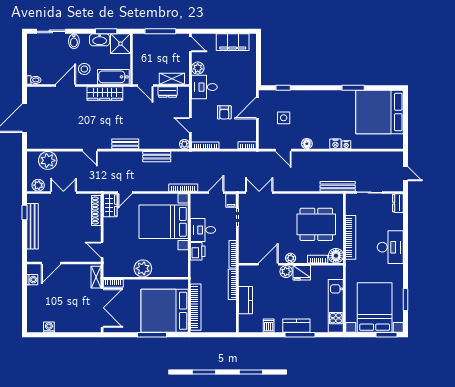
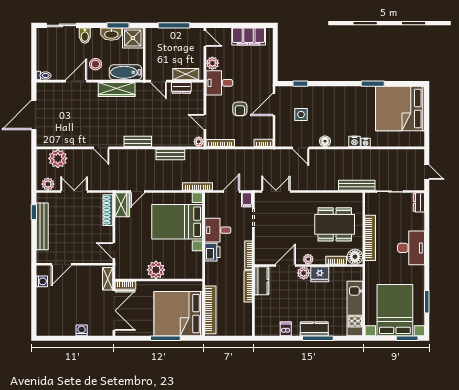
kitchen counter: (245, 300) -> (262, 281), moved
washing machine: (49, 327) -> (82, 330), moved

